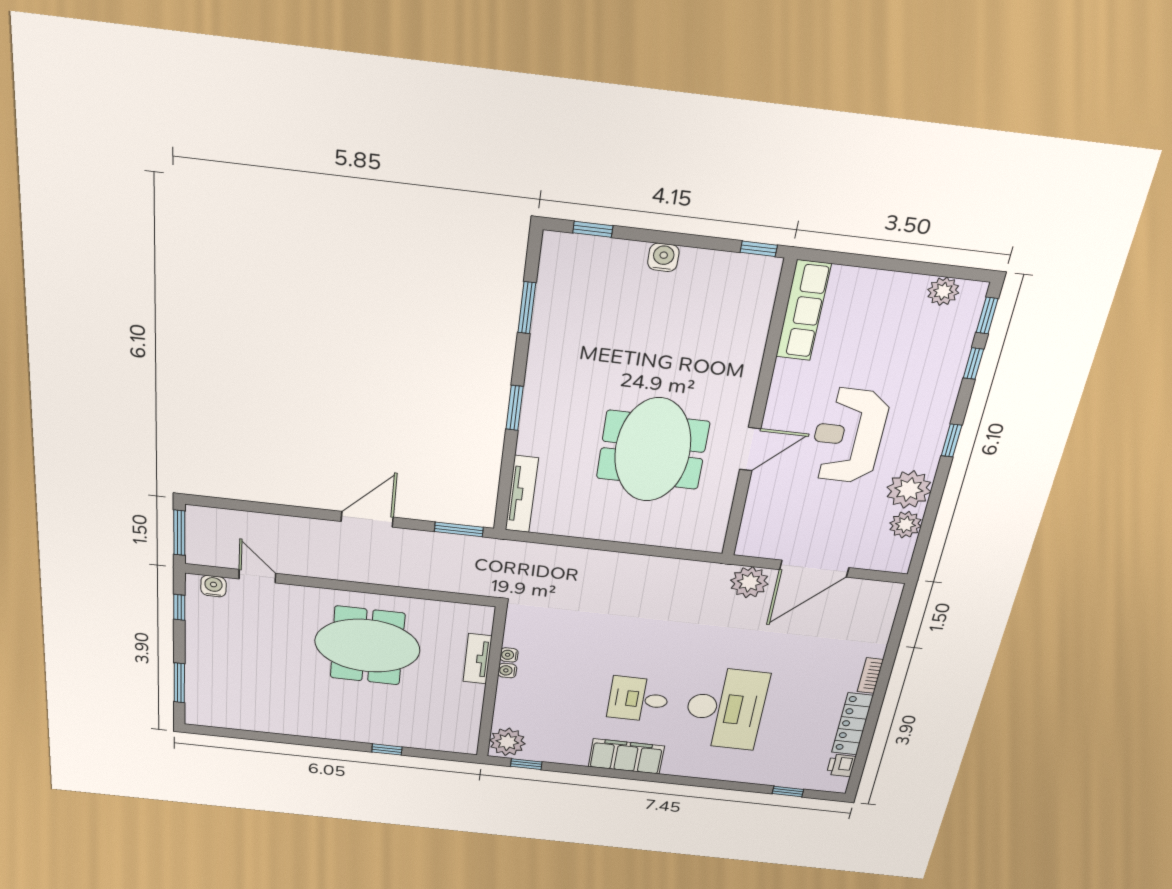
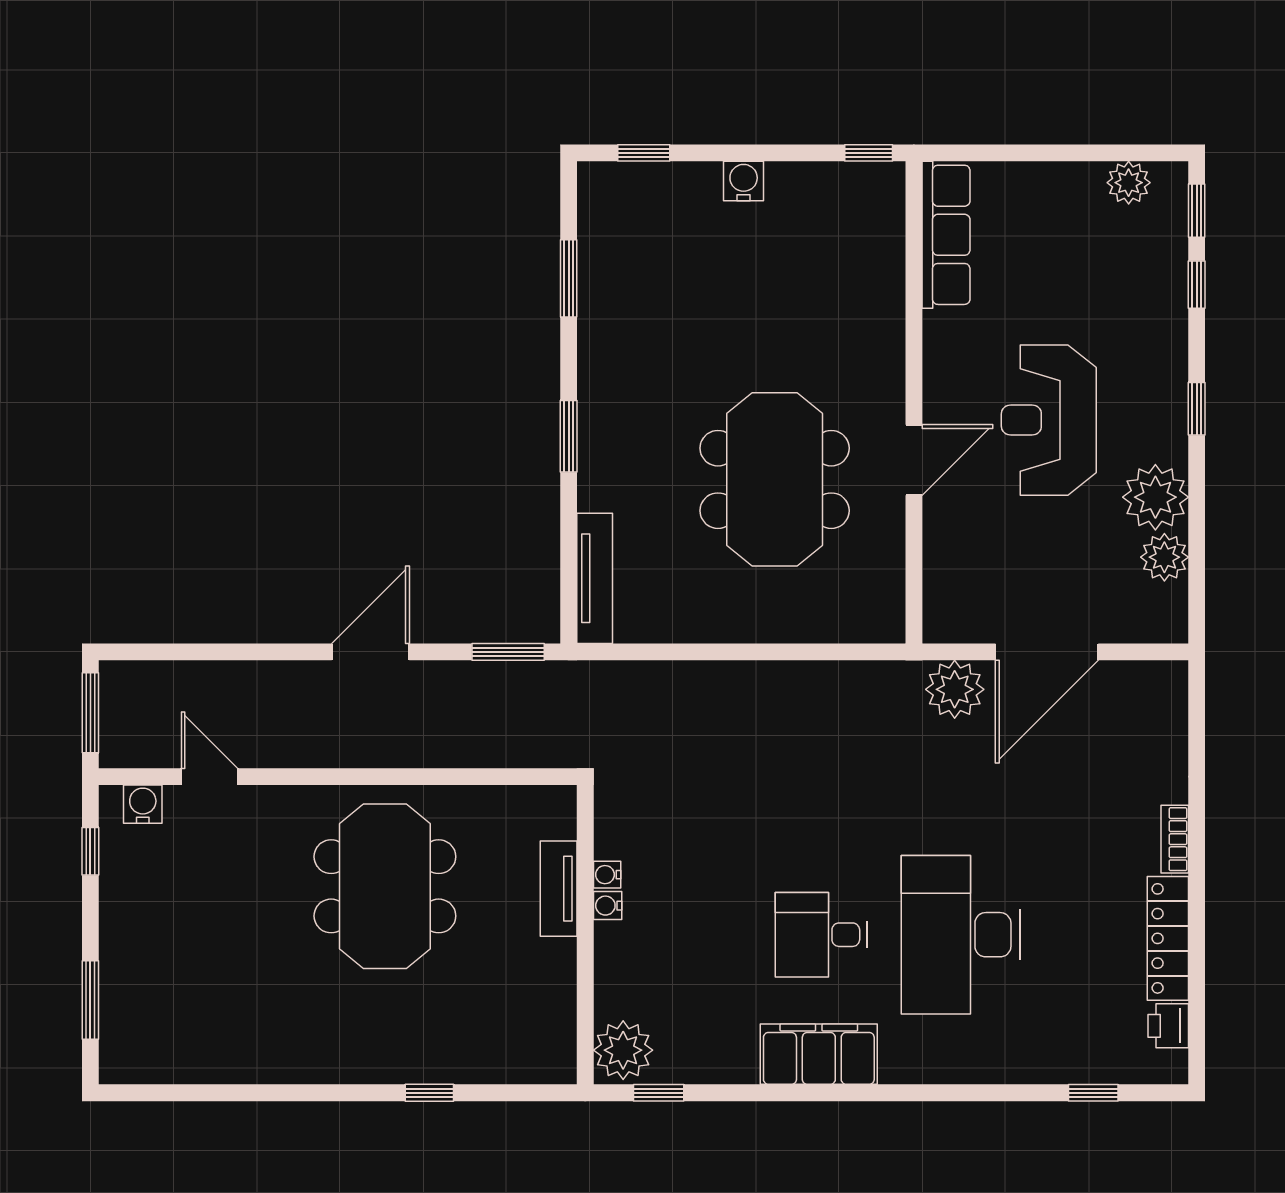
meeting table: (367, 646) -> (385, 886), turned 90
desk: (725, 708) -> (961, 935), turned 180

